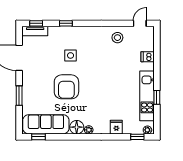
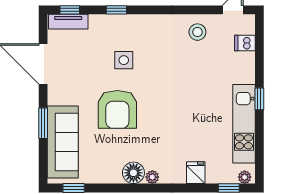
dishwasher: (148, 57) -> (245, 43), moved
window: (157, 97) -> (259, 99), moved
sofa: (46, 124) -> (63, 142), moved, turned 90

